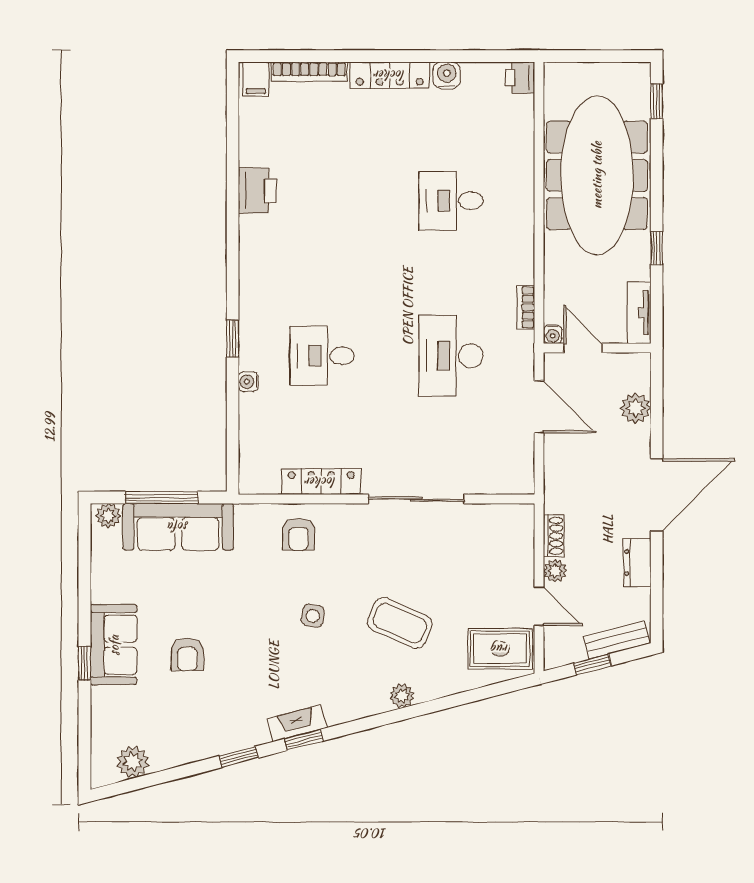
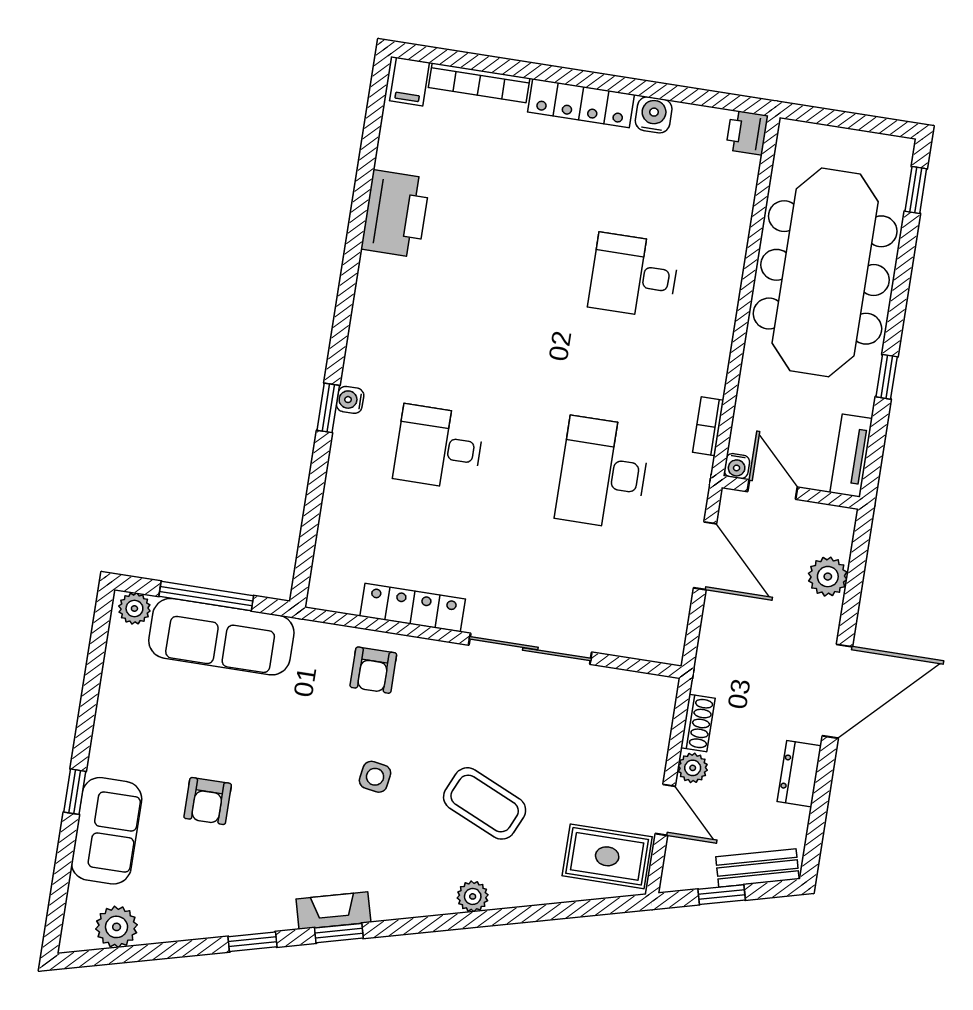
printer: (257, 191) -> (396, 214), width x1.37, depth x1.19
water cooler: (248, 382) -> (350, 400), moved
sofa: (114, 645) -> (107, 831), moved

